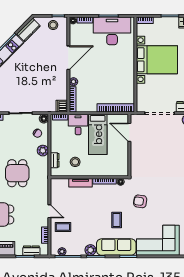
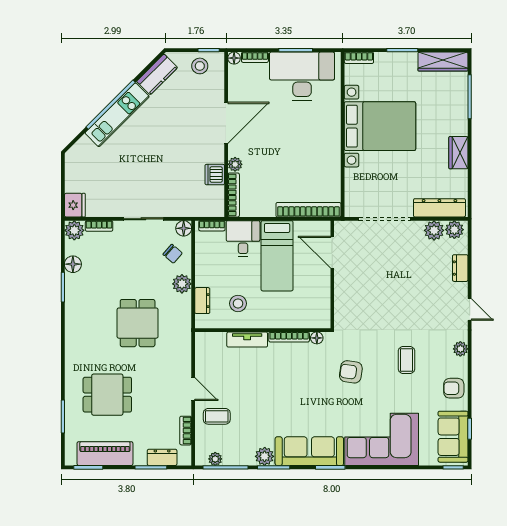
dishwasher: (62, 106) -> (215, 175), moved
coffee table: (117, 220) -> (406, 360), moved

